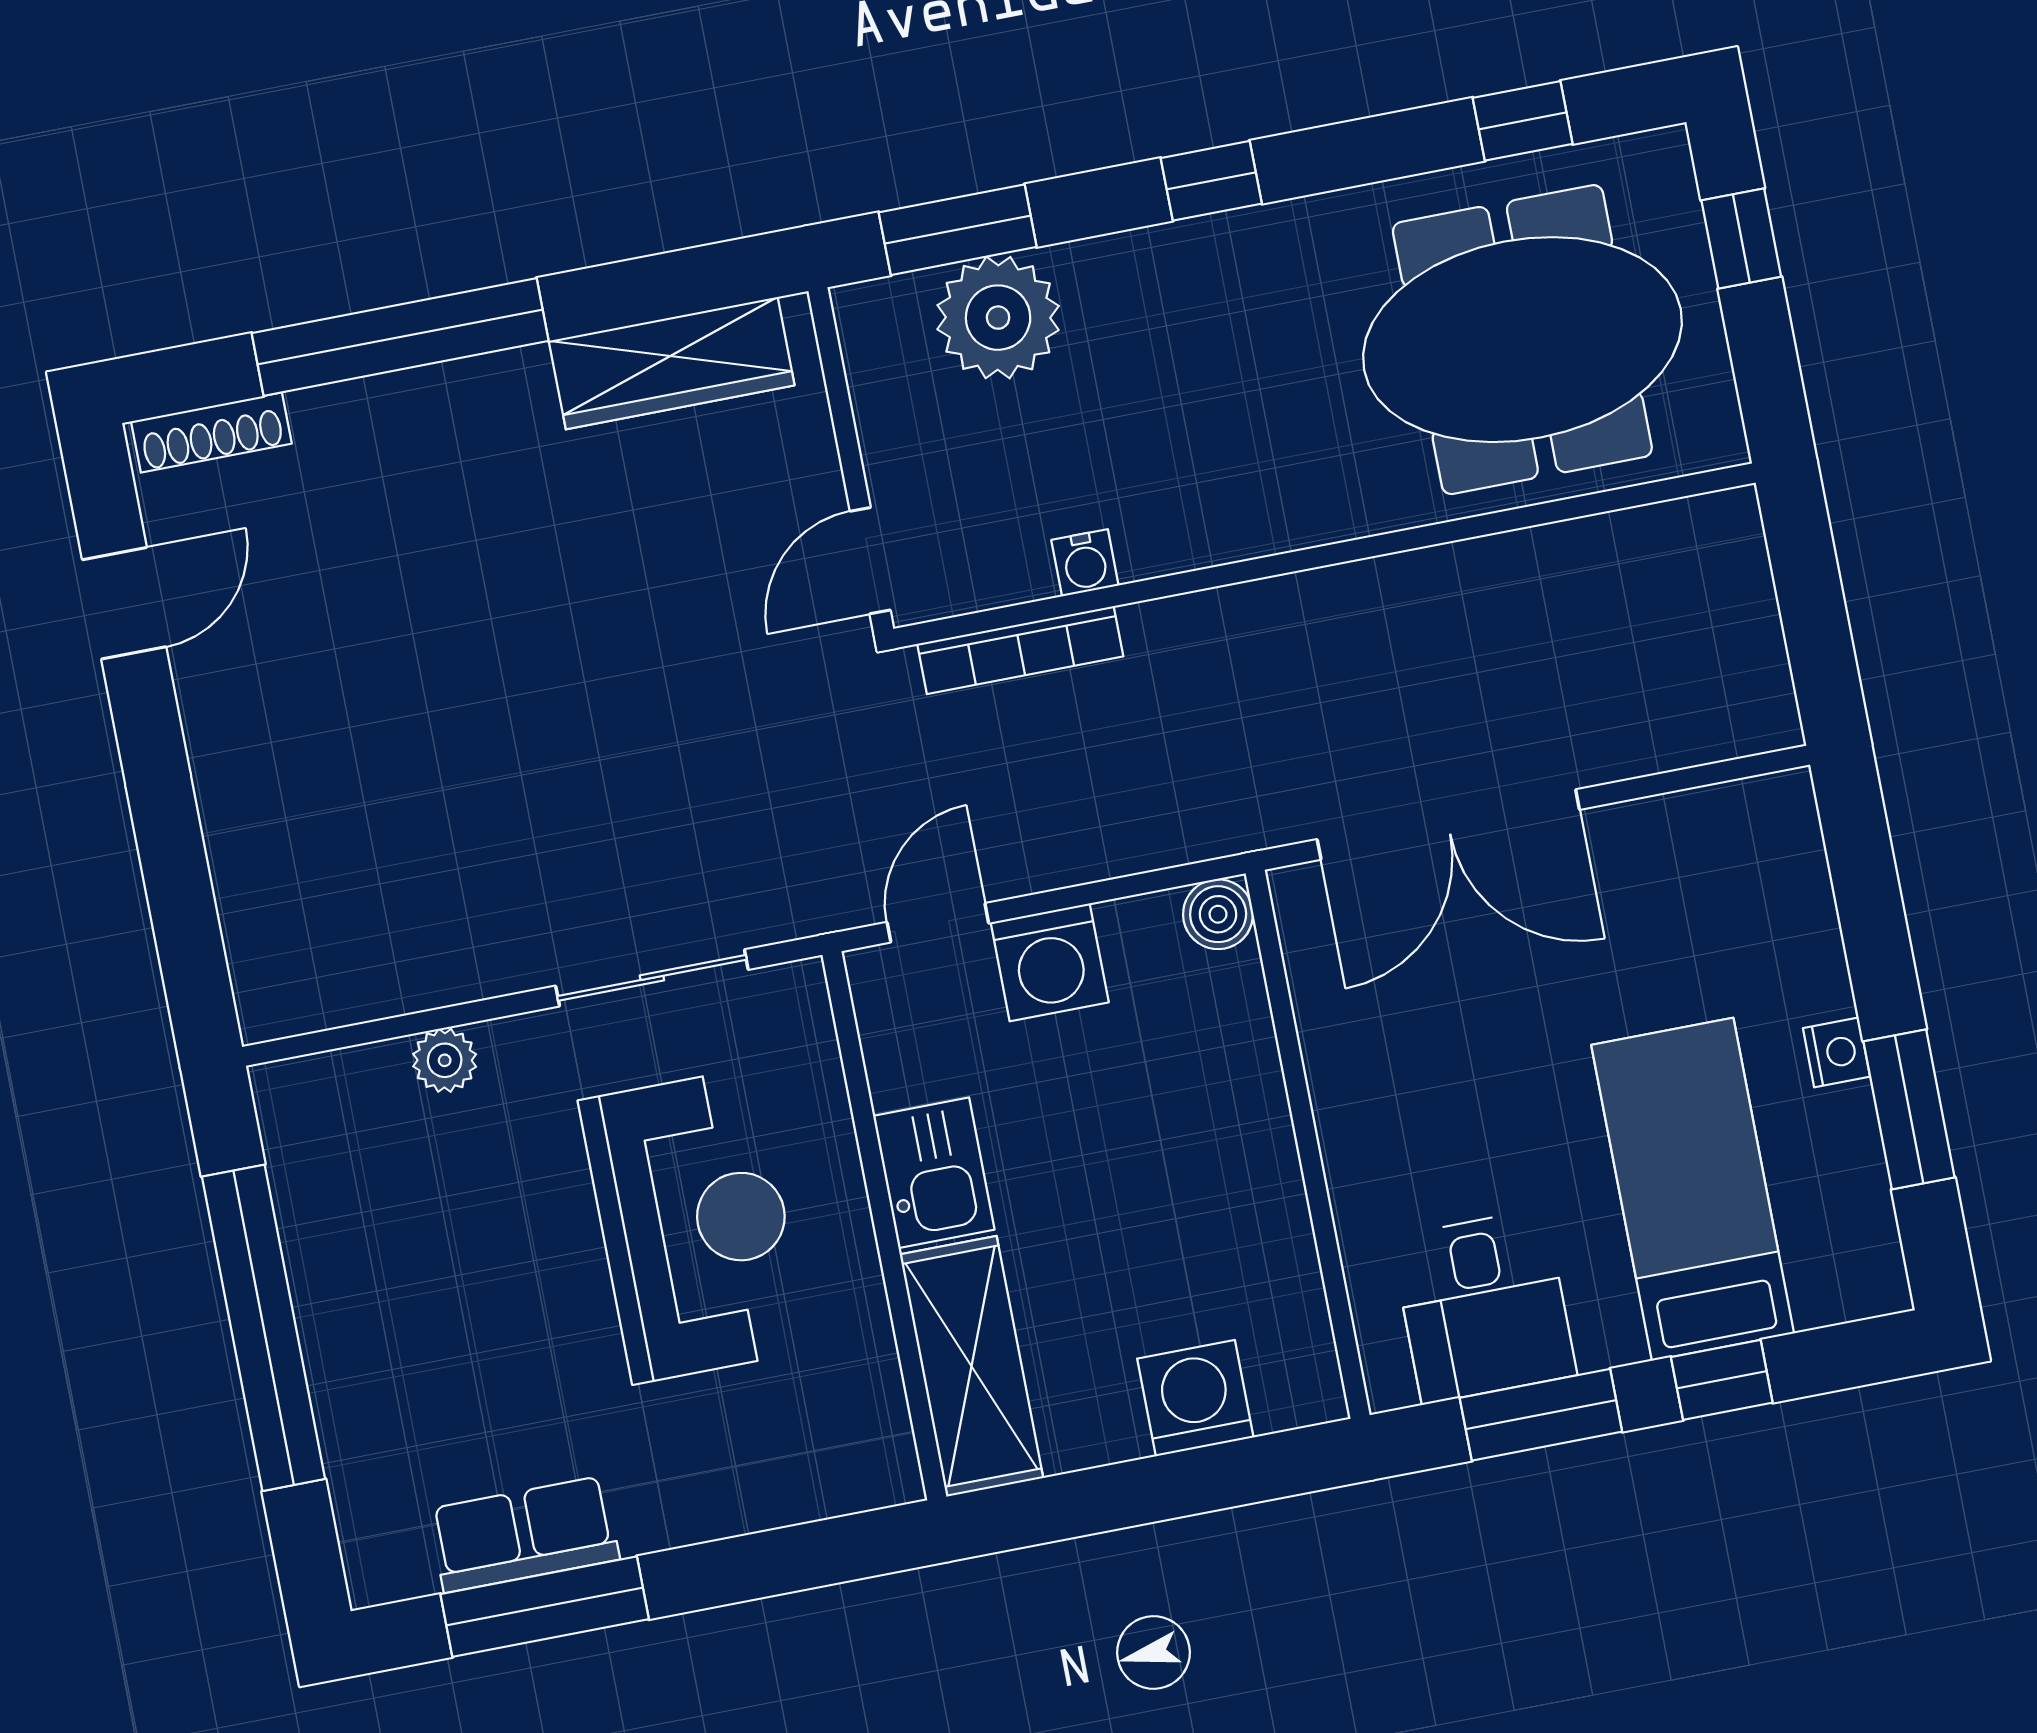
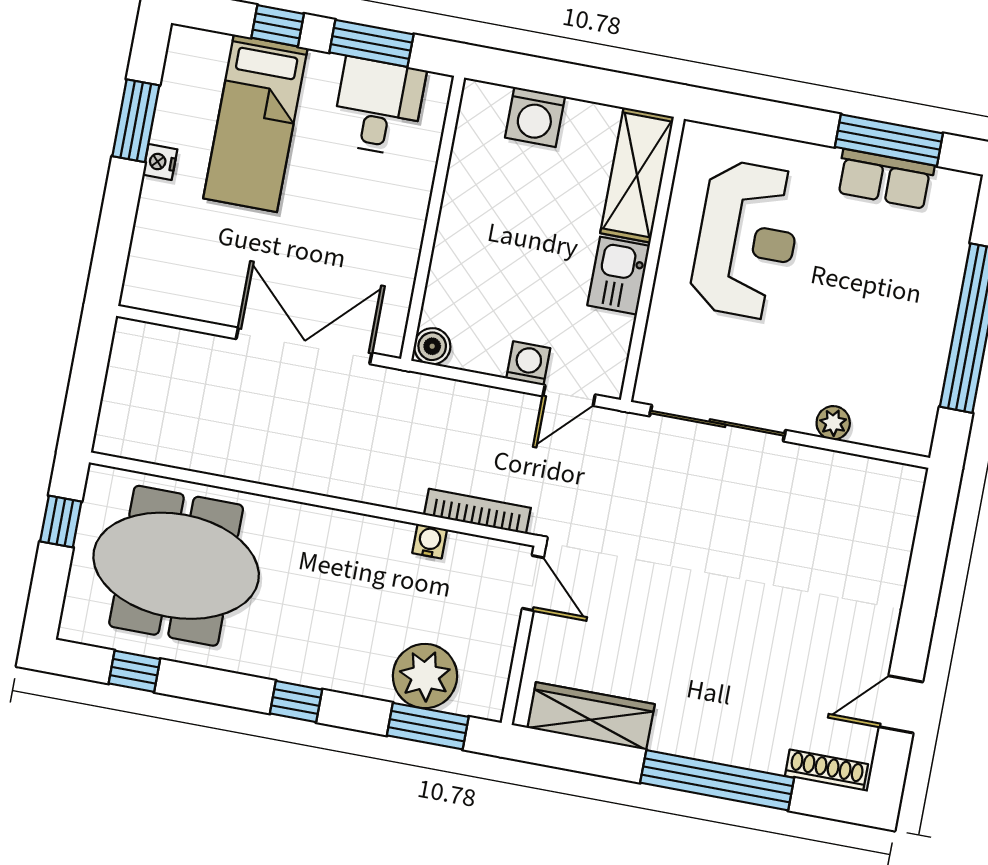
window: (1741, 238) -> (61, 521), moved
door: (870, 561) -> (533, 583), hinge flipped
washing machine: (1050, 962) -> (528, 363), width x0.73, depth x0.73
sliding door: (652, 978) -> (717, 423), width x1.37
reception desk: (694, 1226) -> (747, 240), moved, turned 180

